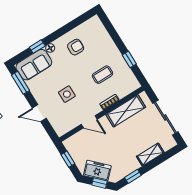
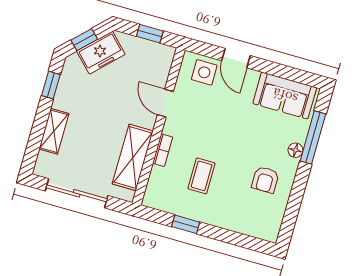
window: (37, 47) -> (313, 137), width x2.17
sofa: (34, 65) -> (285, 96), moved, turned -90
window: (20, 83) -> (293, 74), removed
side table: (67, 94) -> (204, 72), moved
door: (39, 113) -> (236, 58), swing flipped
door: (89, 122) -> (165, 103), hinge flipped

